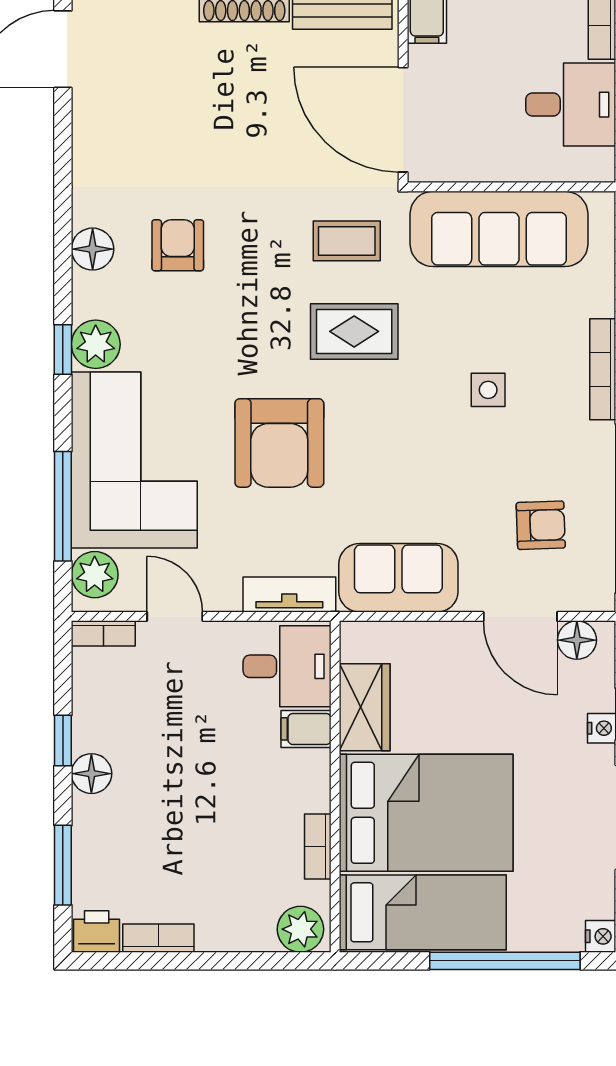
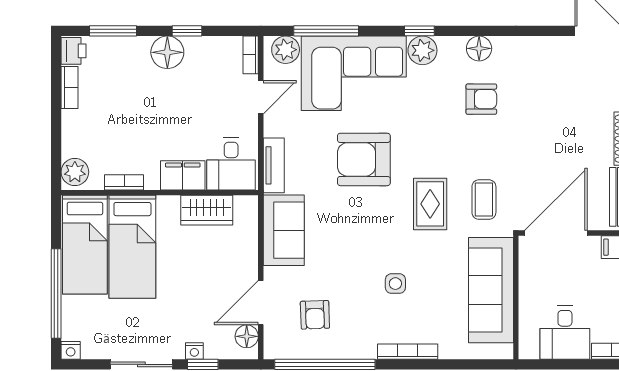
filing cabinet: (306, 729) -> (183, 175), width x2.00
floor lamp: (91, 774) -> (167, 52), width x1.38, depth x1.38
bed: (426, 813) -> (132, 247), width x0.67

